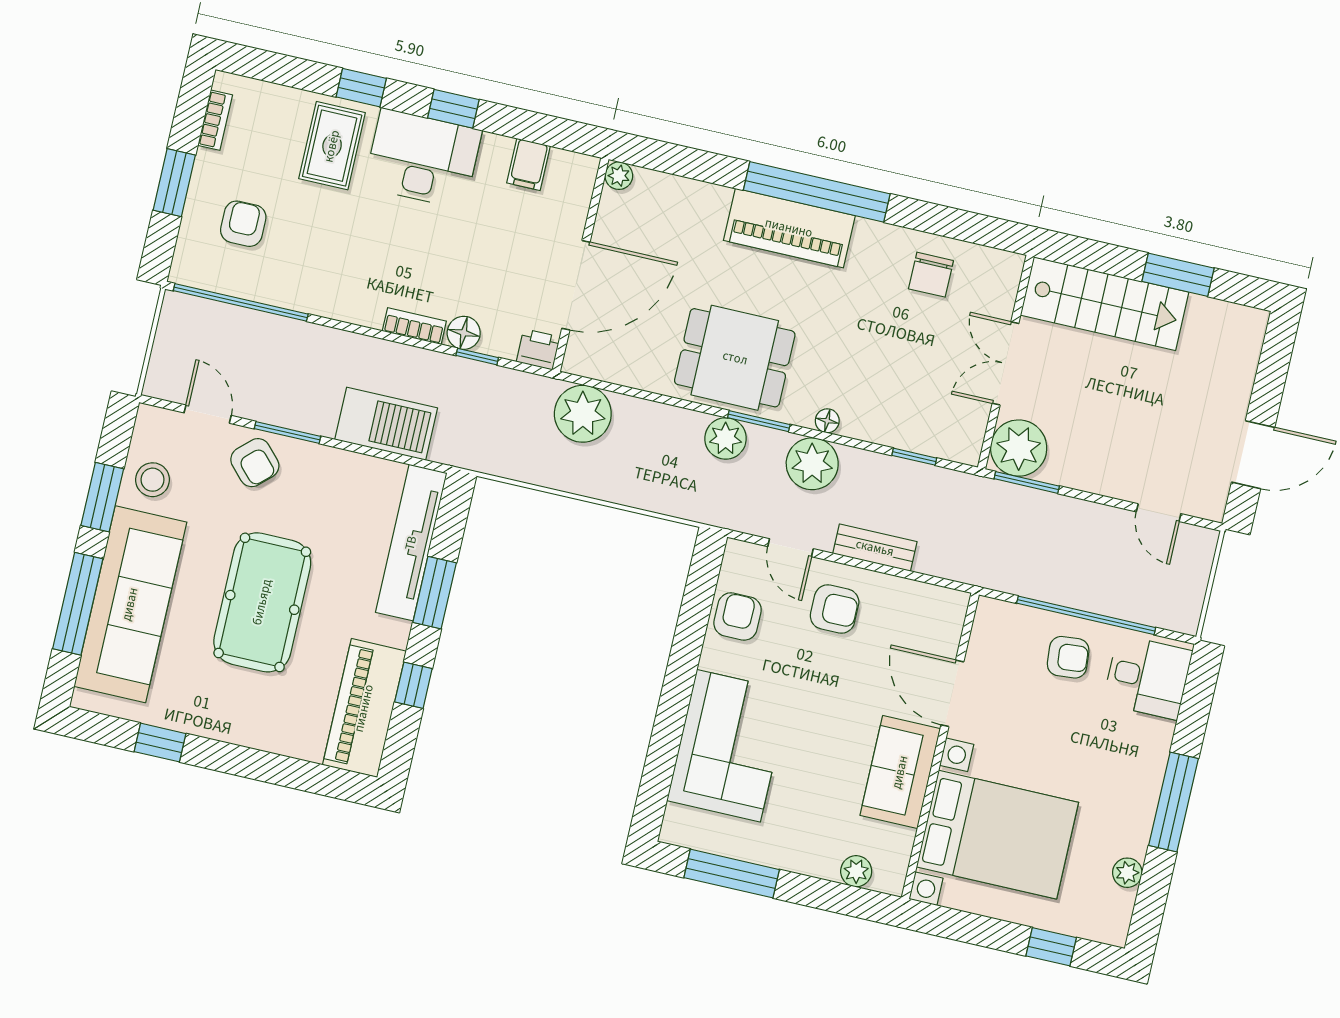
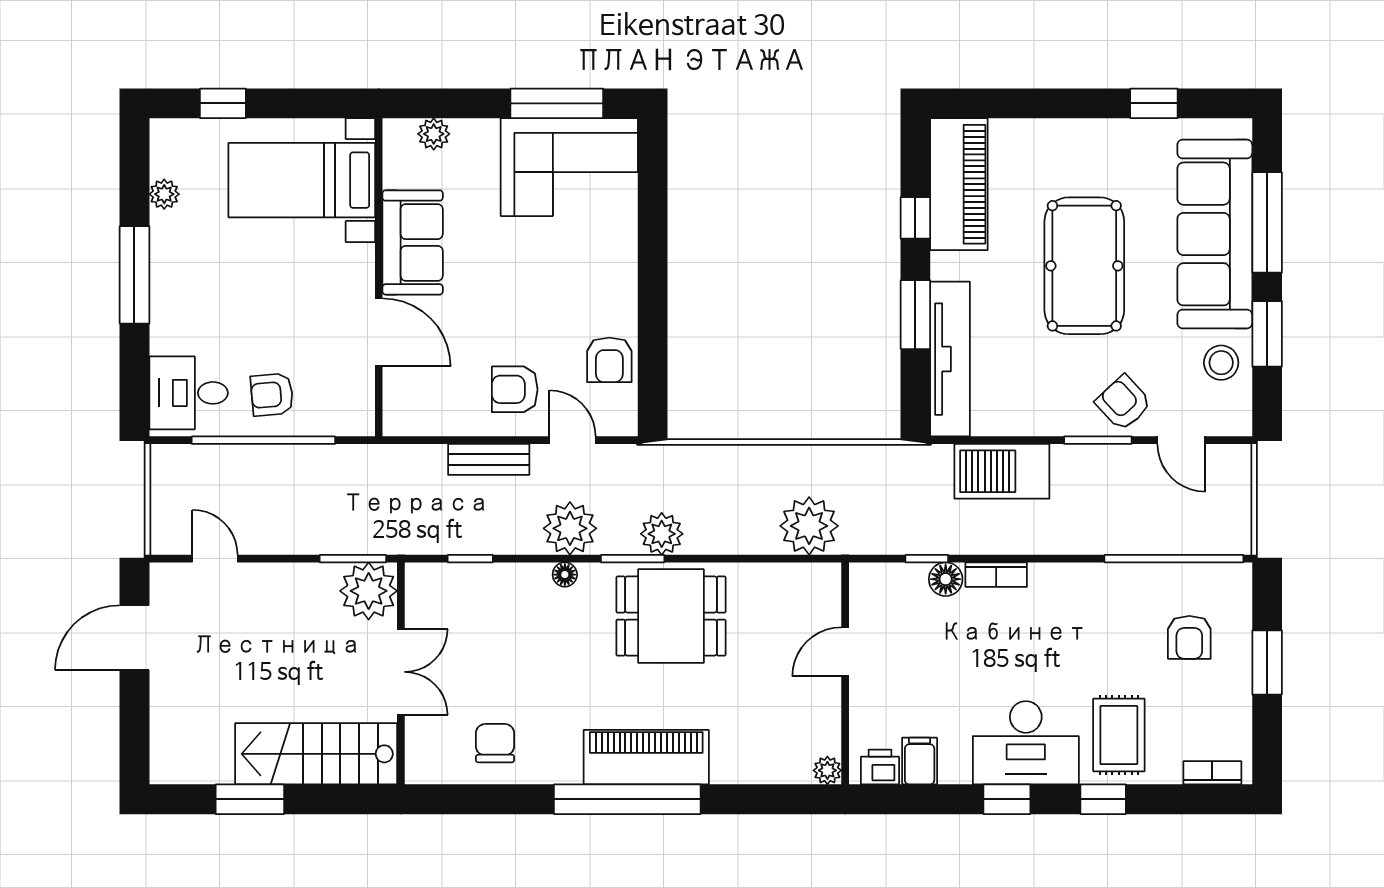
bookcase: (215, 120) -> (1212, 773), moved, turned 90
door: (576, 285) -> (845, 652), width x0.53
printer: (538, 349) -> (880, 767), moved, turned 180
corner sofa: (729, 746) -> (569, 167), moved, turned -90
bed with nightstands: (997, 835) -> (302, 180), width x0.73

